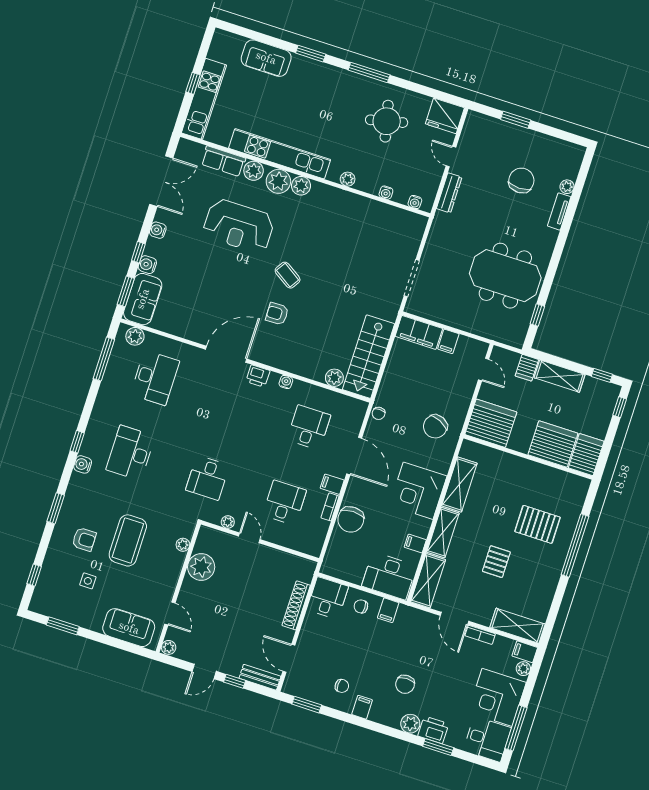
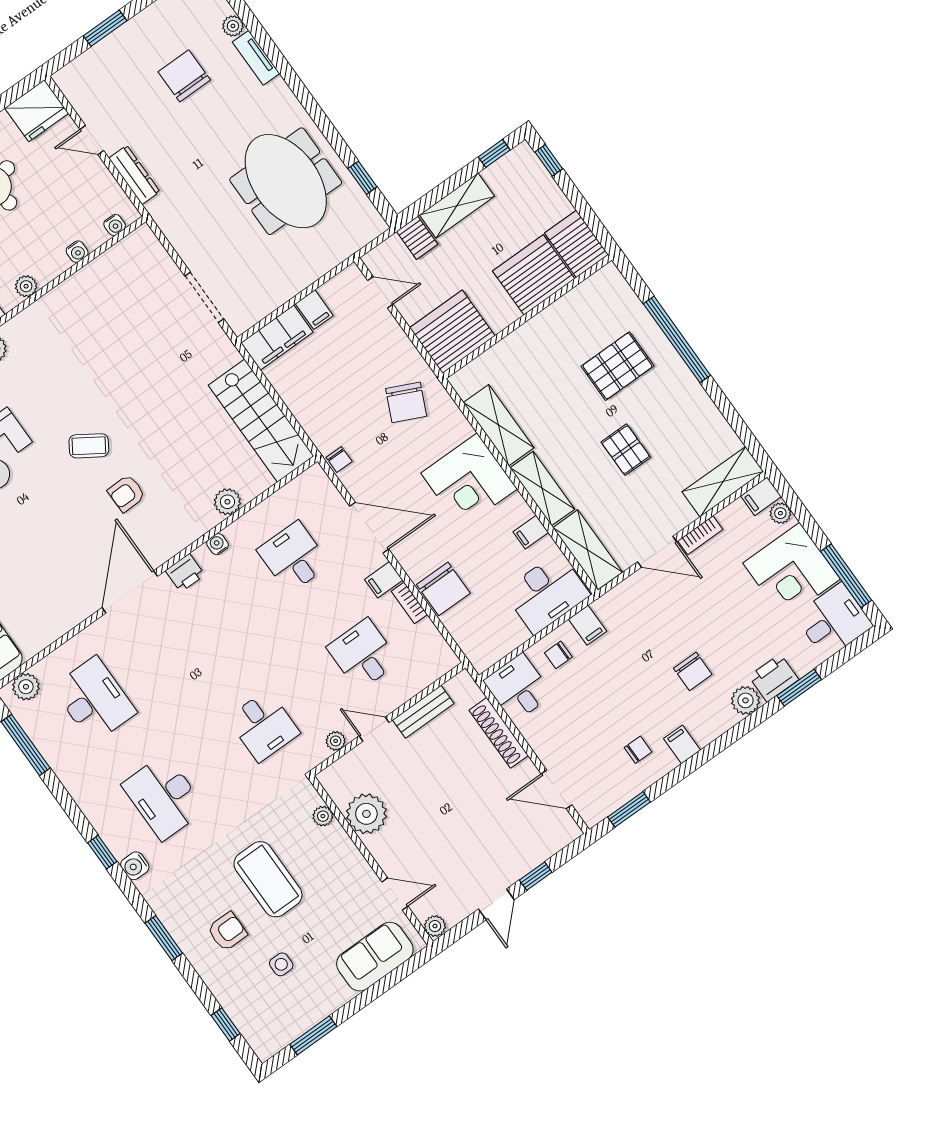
meeting table: (505, 276) -> (286, 181), turned 90
plant: (334, 378) -> (227, 502), moved
bench: (260, 677) -> (423, 712), moved

